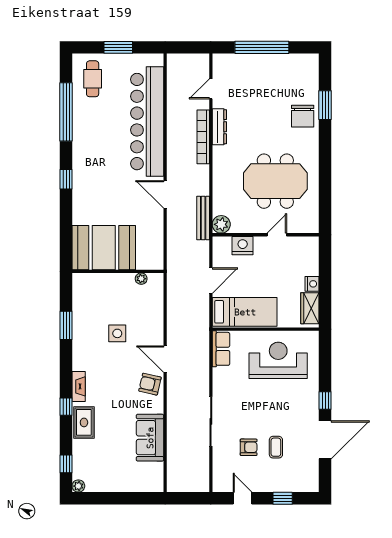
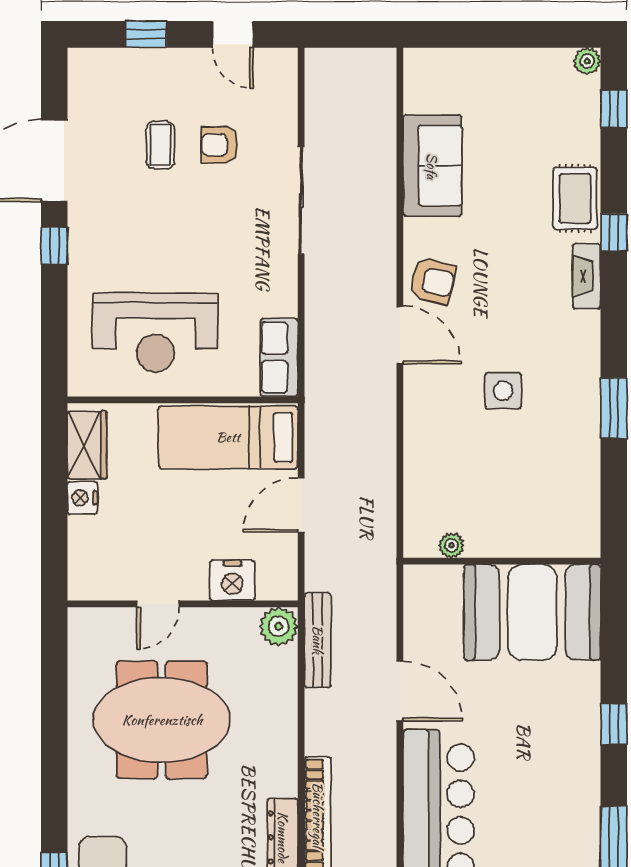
booth: (104, 248) -> (532, 612), moved
wall: (118, 271) -> (502, 561), moved
plant: (141, 279) -> (451, 545), moved

